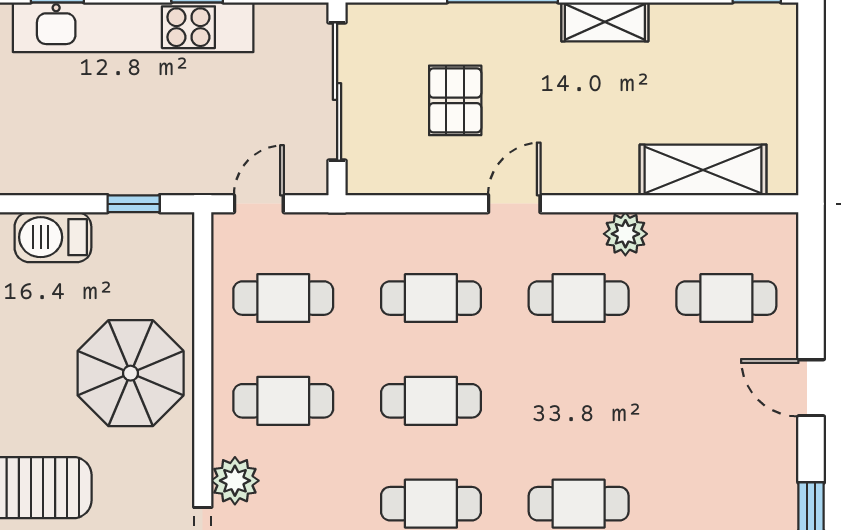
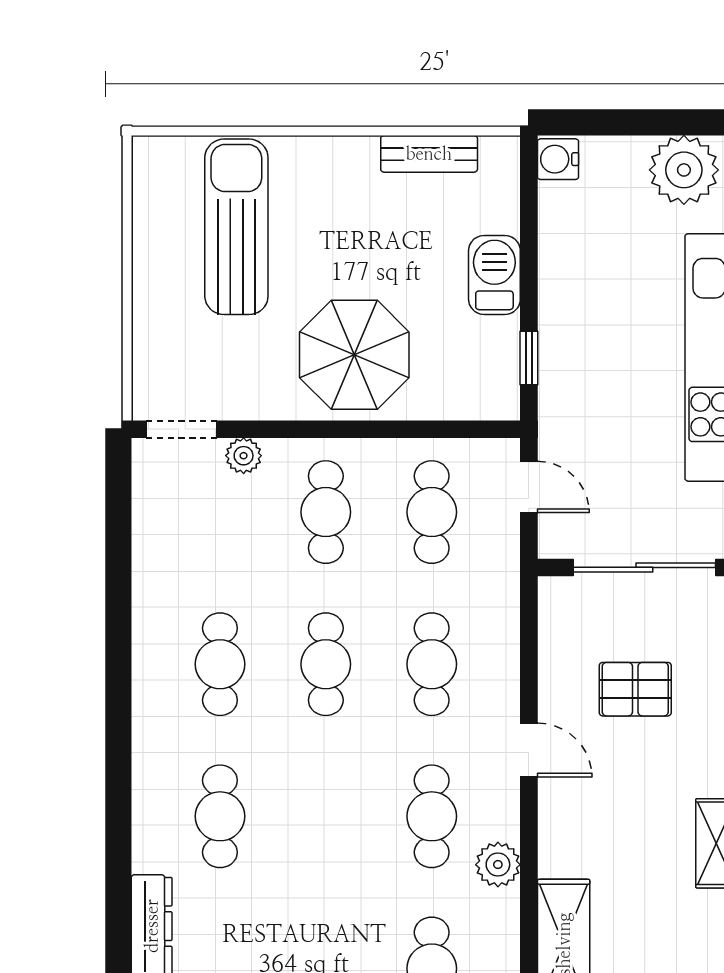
plant: (235, 481) -> (244, 456), width x0.73, depth x0.73

